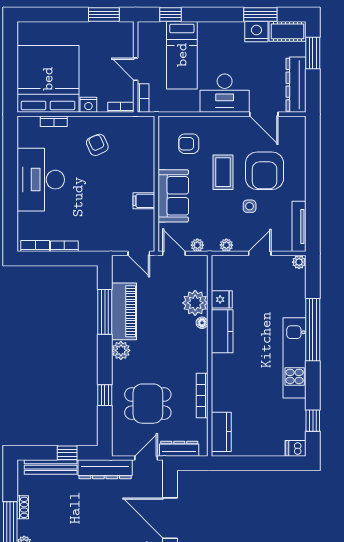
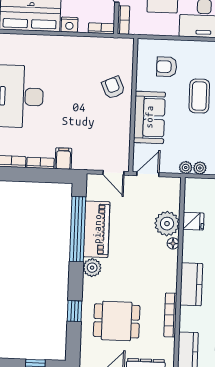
bookcase: (54, 121) -> (35, 40), removed
armchair: (97, 145) -> (113, 88), moved
filing cabinet: (144, 201) -> (63, 159), moved, turned 90
plant: (197, 245) -> (186, 167), moved
door: (174, 253) -> (148, 174), hinge flipped
window: (105, 312) -> (78, 229), width x1.46
kitchen counter: (222, 331) -> (191, 284), moved

